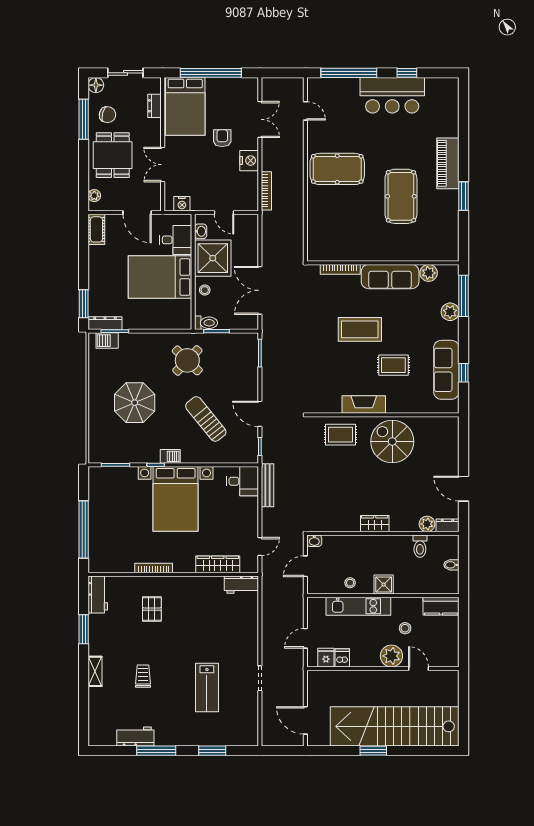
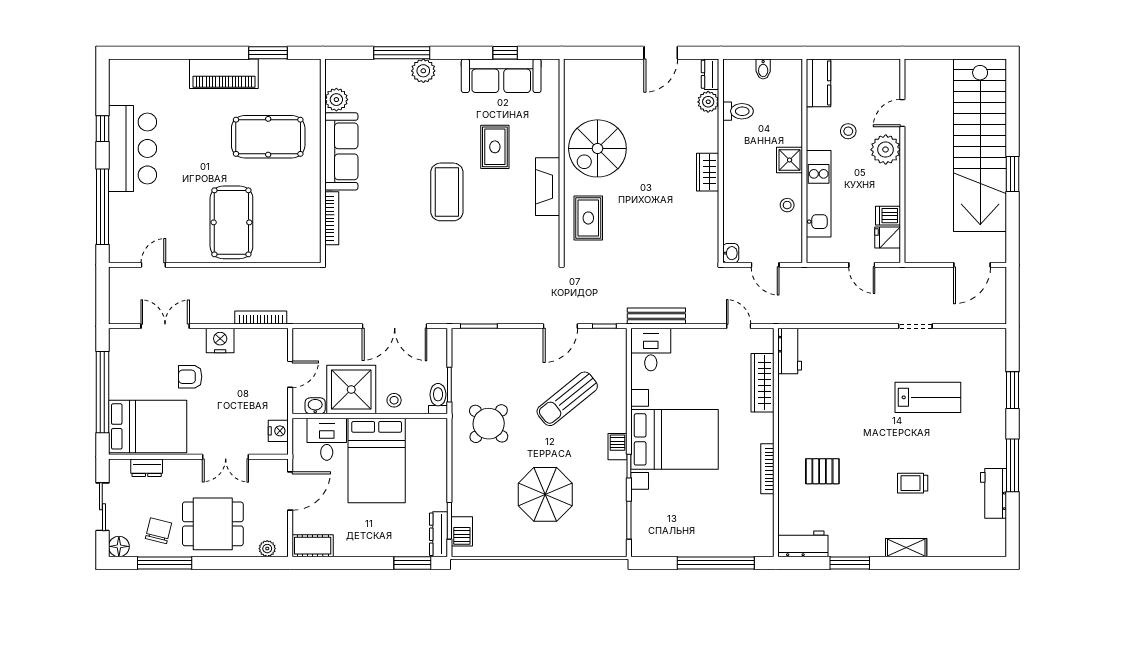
wall: (383, 263) -> (323, 161), moved
bookcase: (340, 269) -> (332, 218), moved
plant: (429, 273) -> (336, 100), moved
sofa: (390, 277) -> (341, 151), moved

